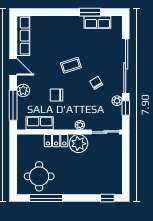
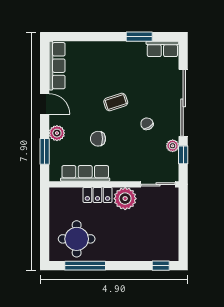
row of seats: (97, 22) -> (162, 49), moved
window: (13, 105) -> (45, 151), width x0.69
row of seats: (40, 123) -> (85, 173), width x1.48
plant: (80, 125) -> (127, 176), removed

